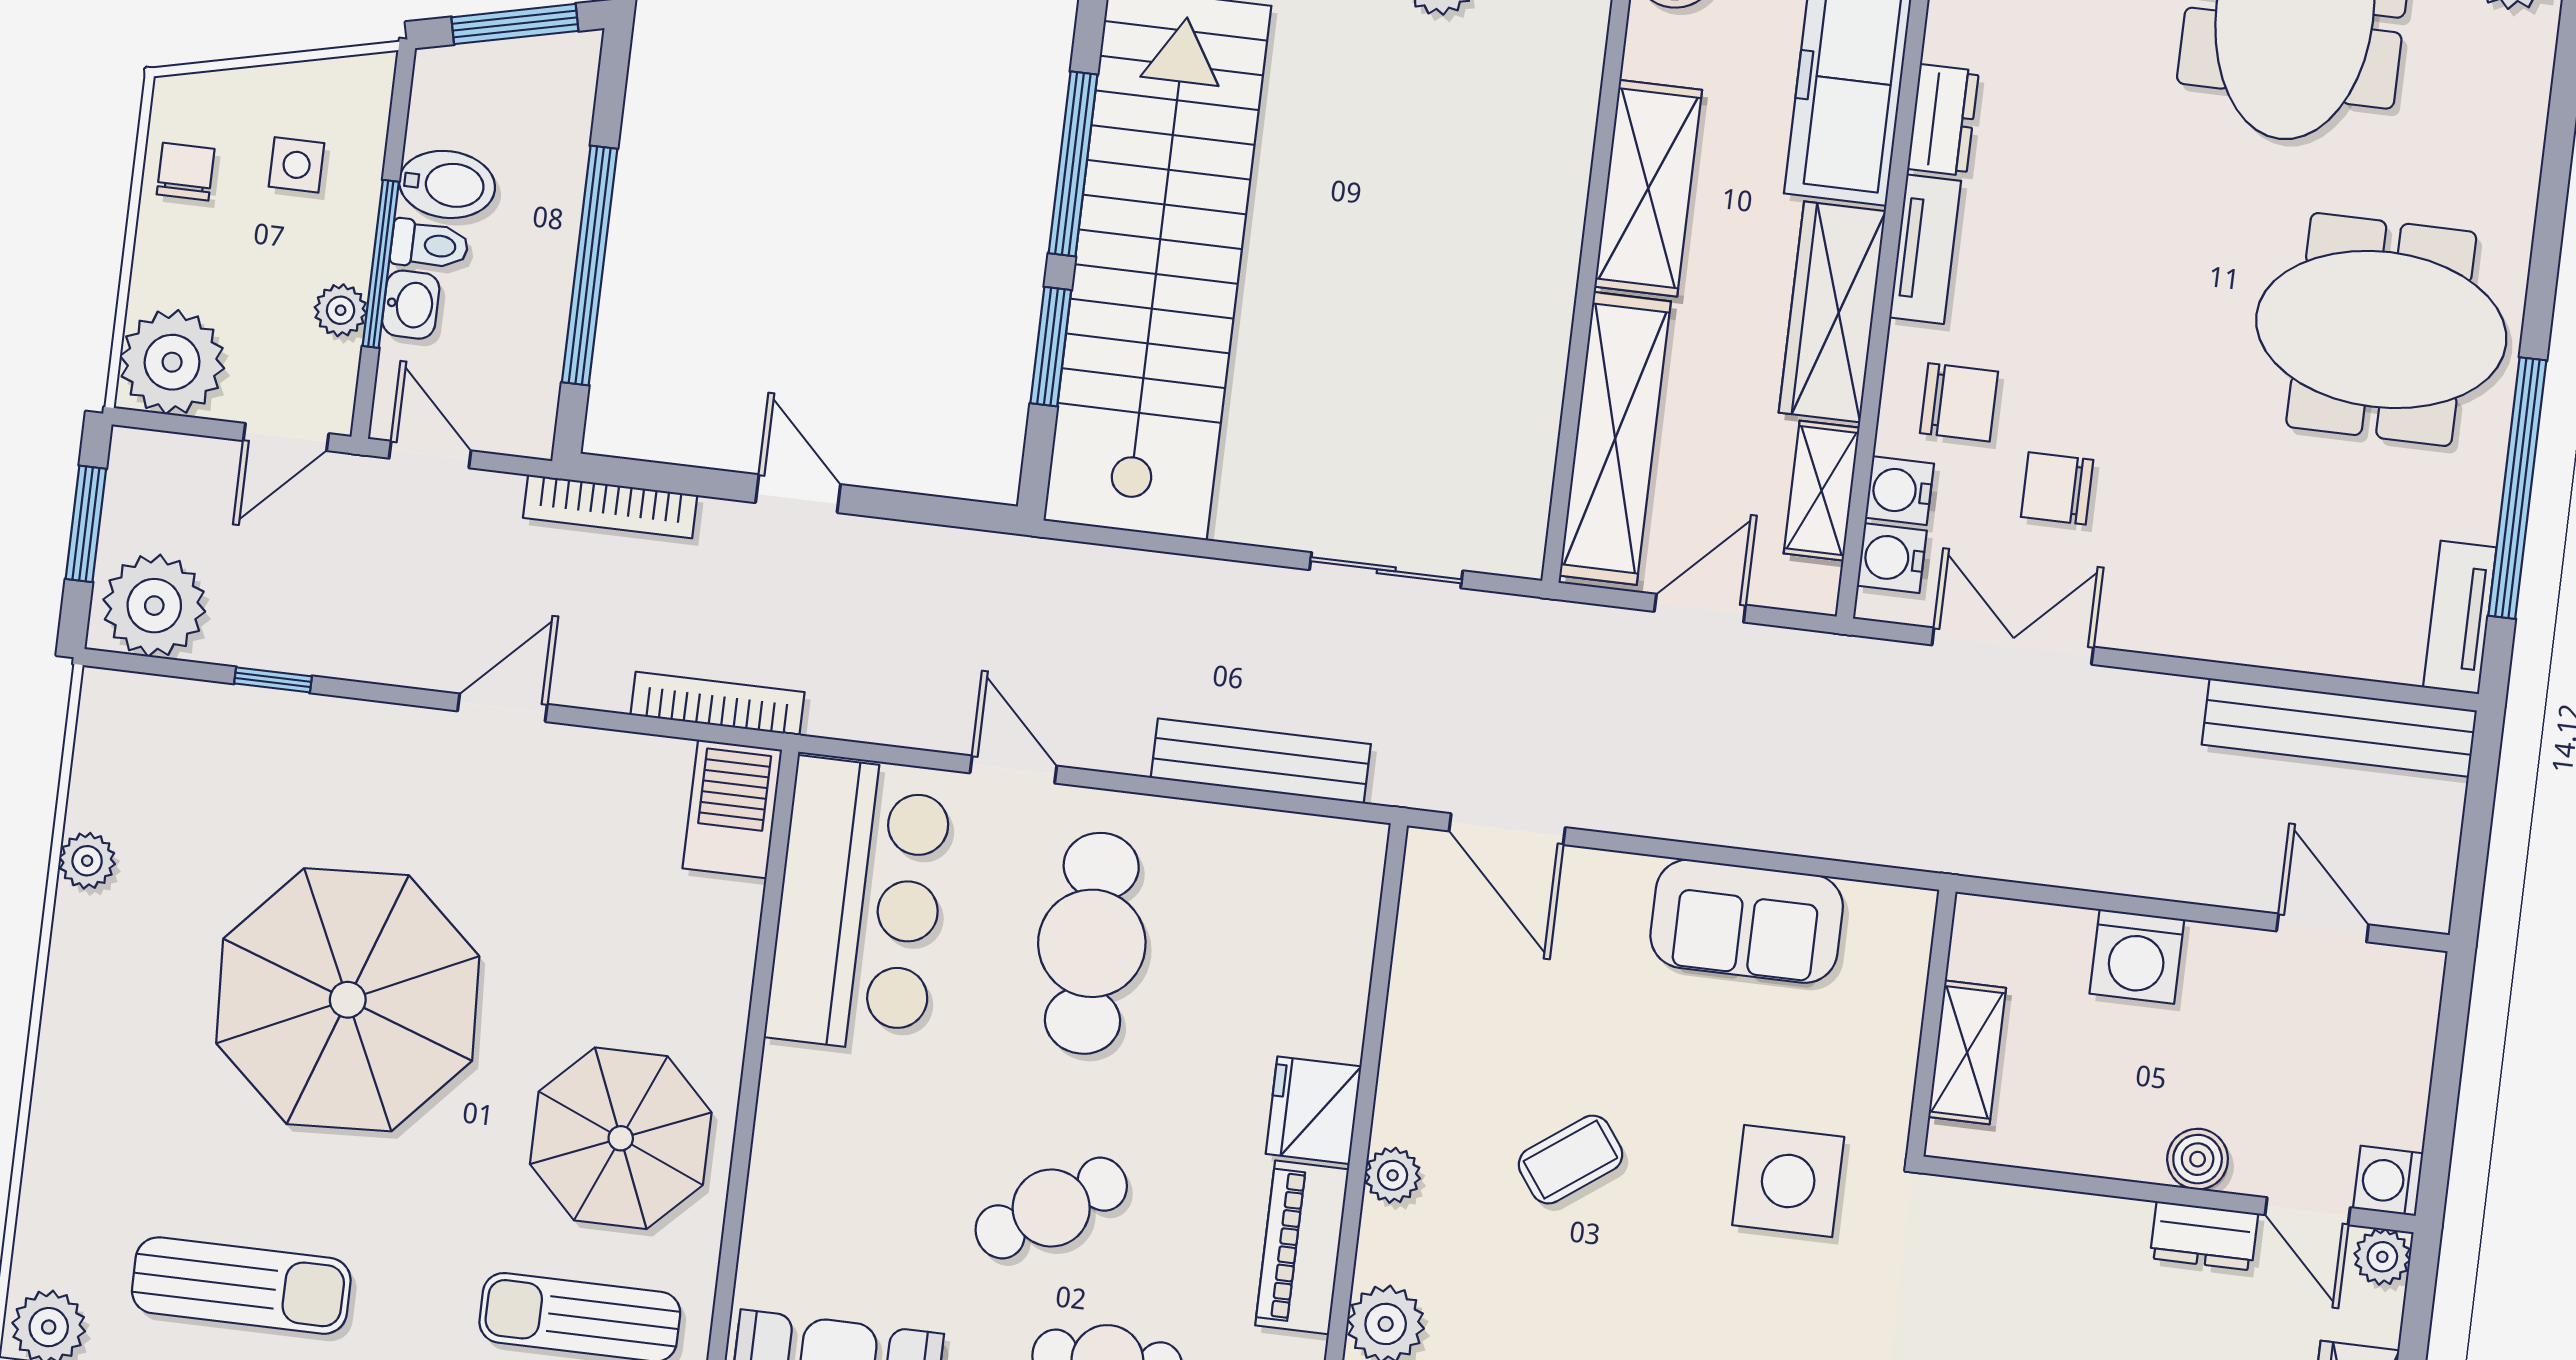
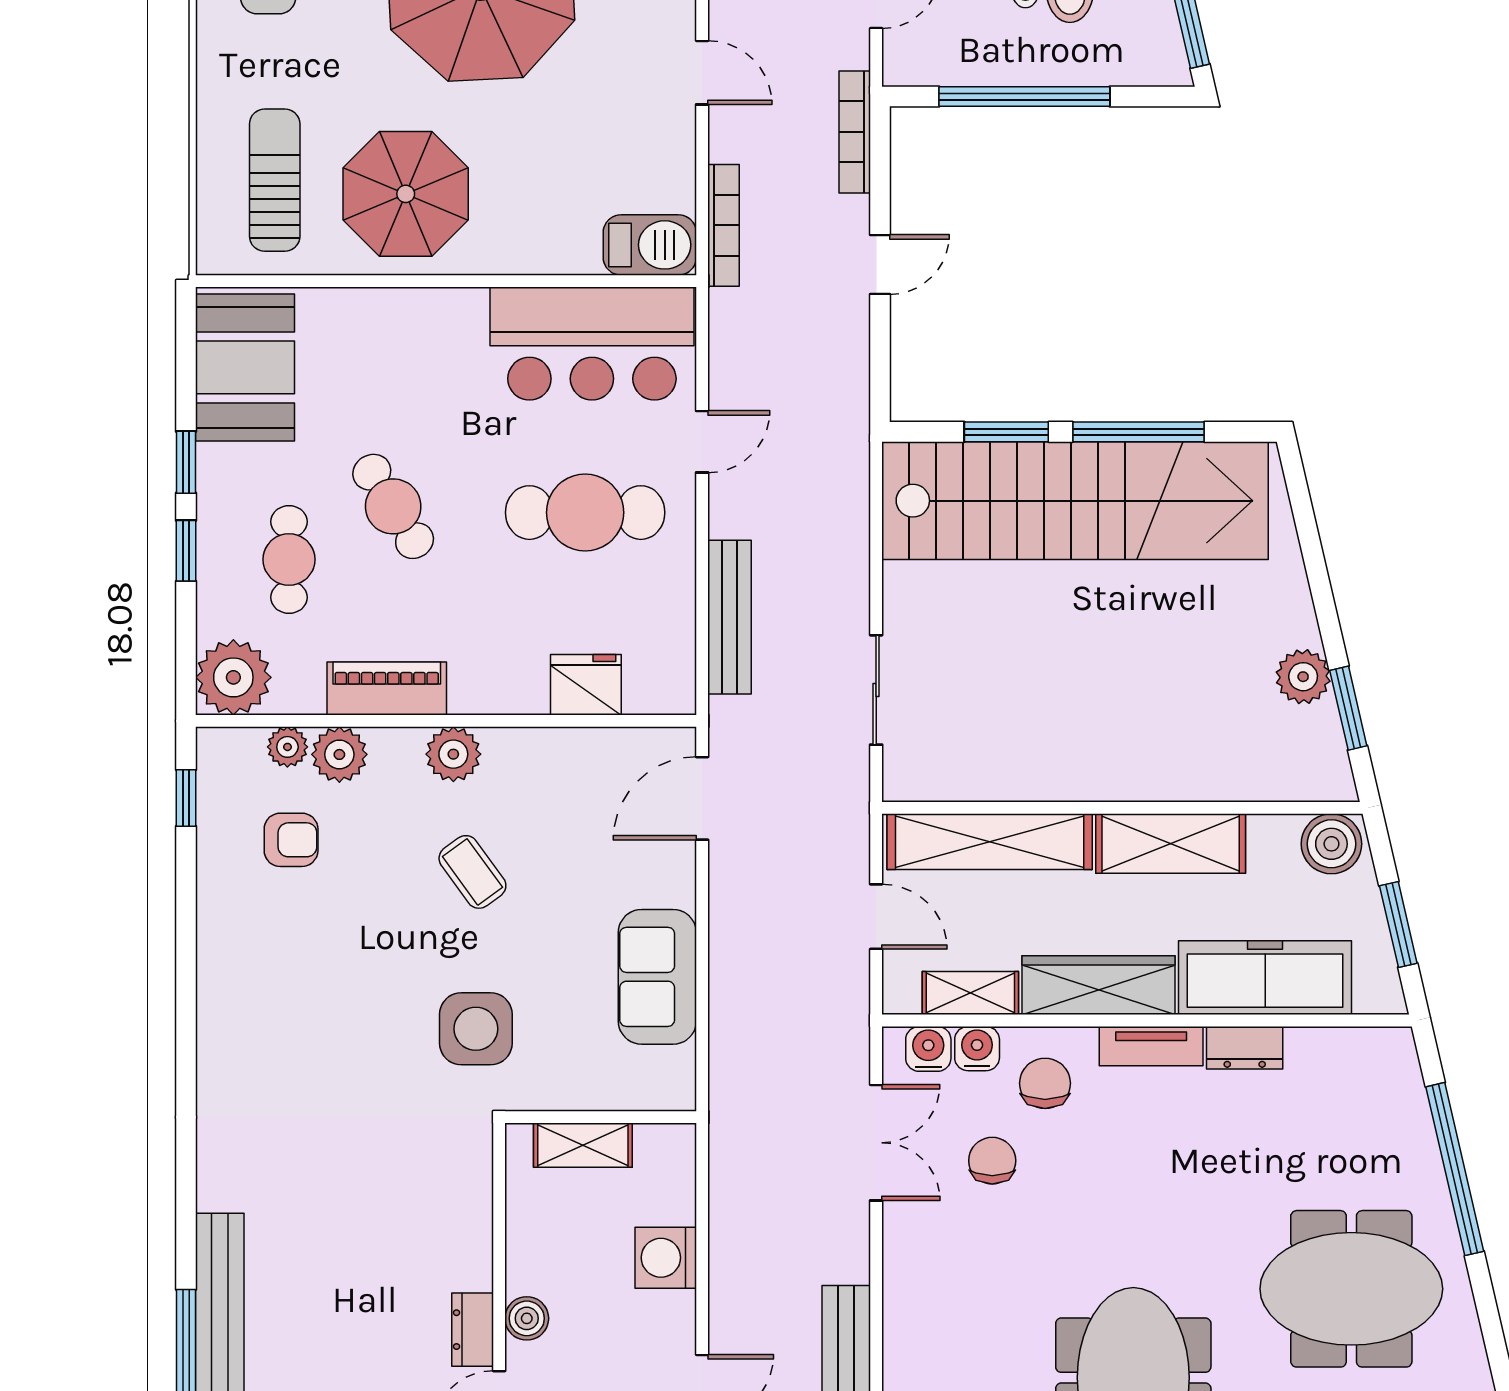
chair: (1959, 402) -> (1045, 1083), turned 180
fridge: (1314, 1110) -> (586, 685), moved
plant: (1393, 1175) -> (453, 754), width x1.38, depth x1.38

